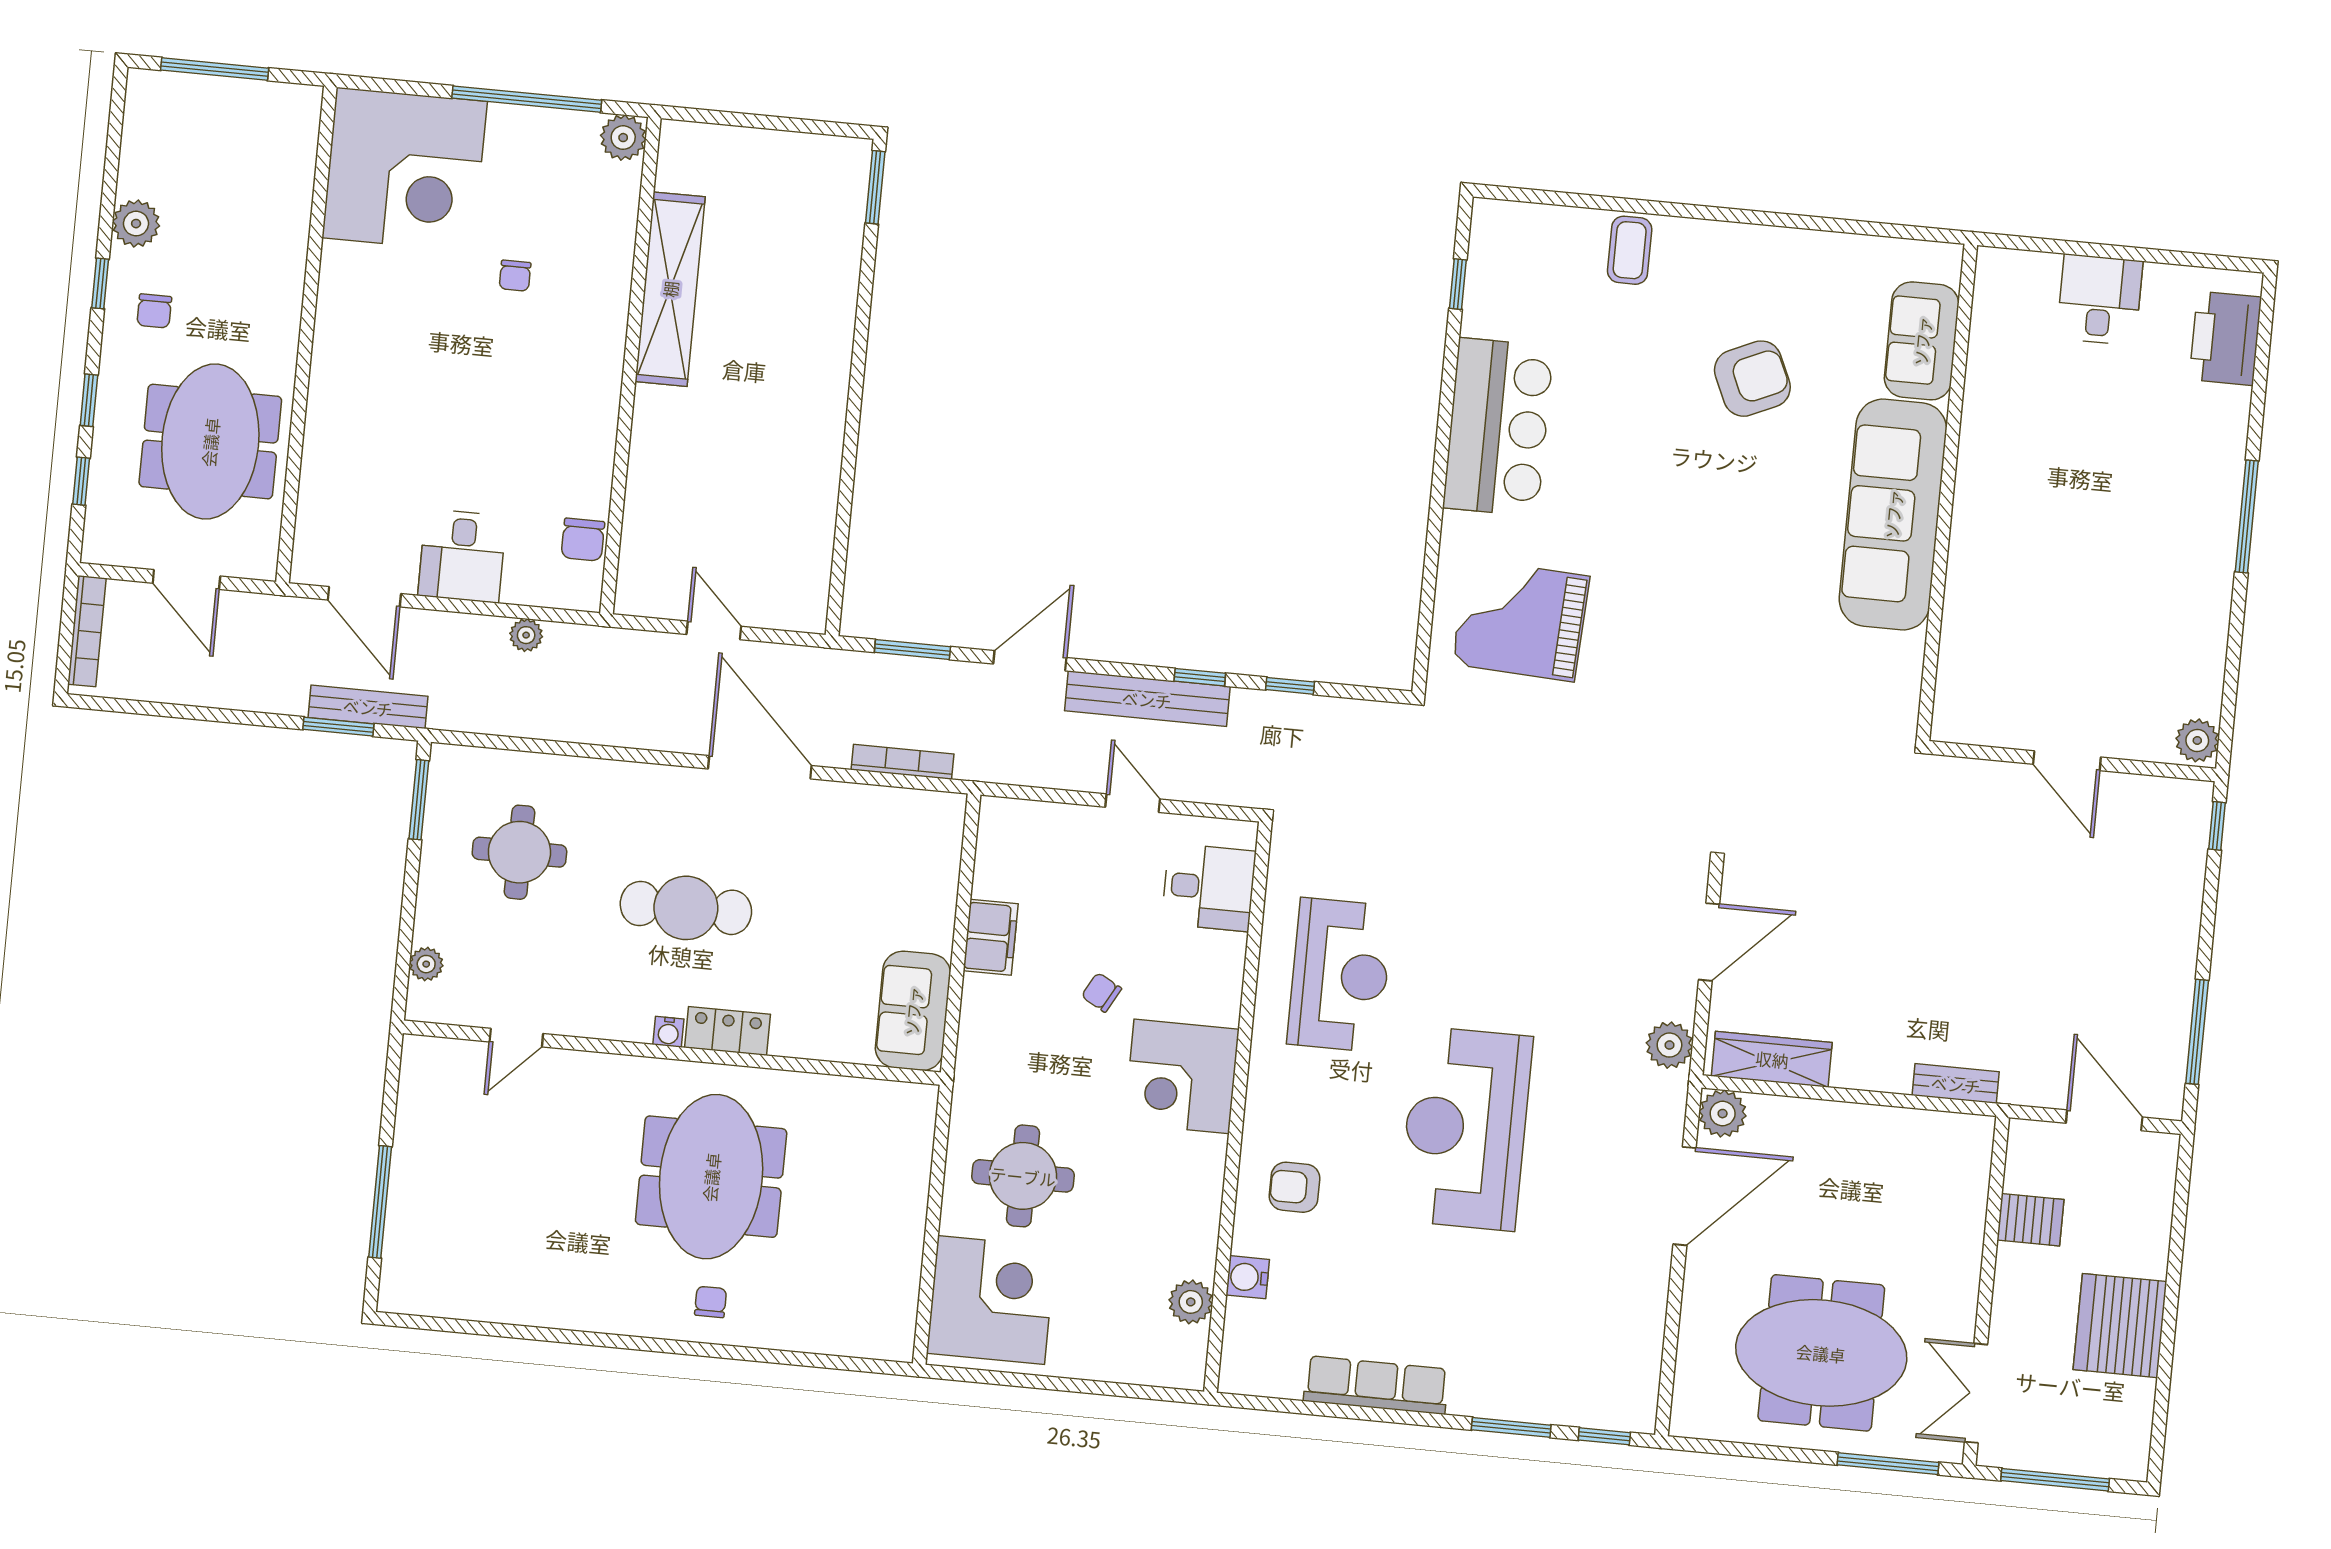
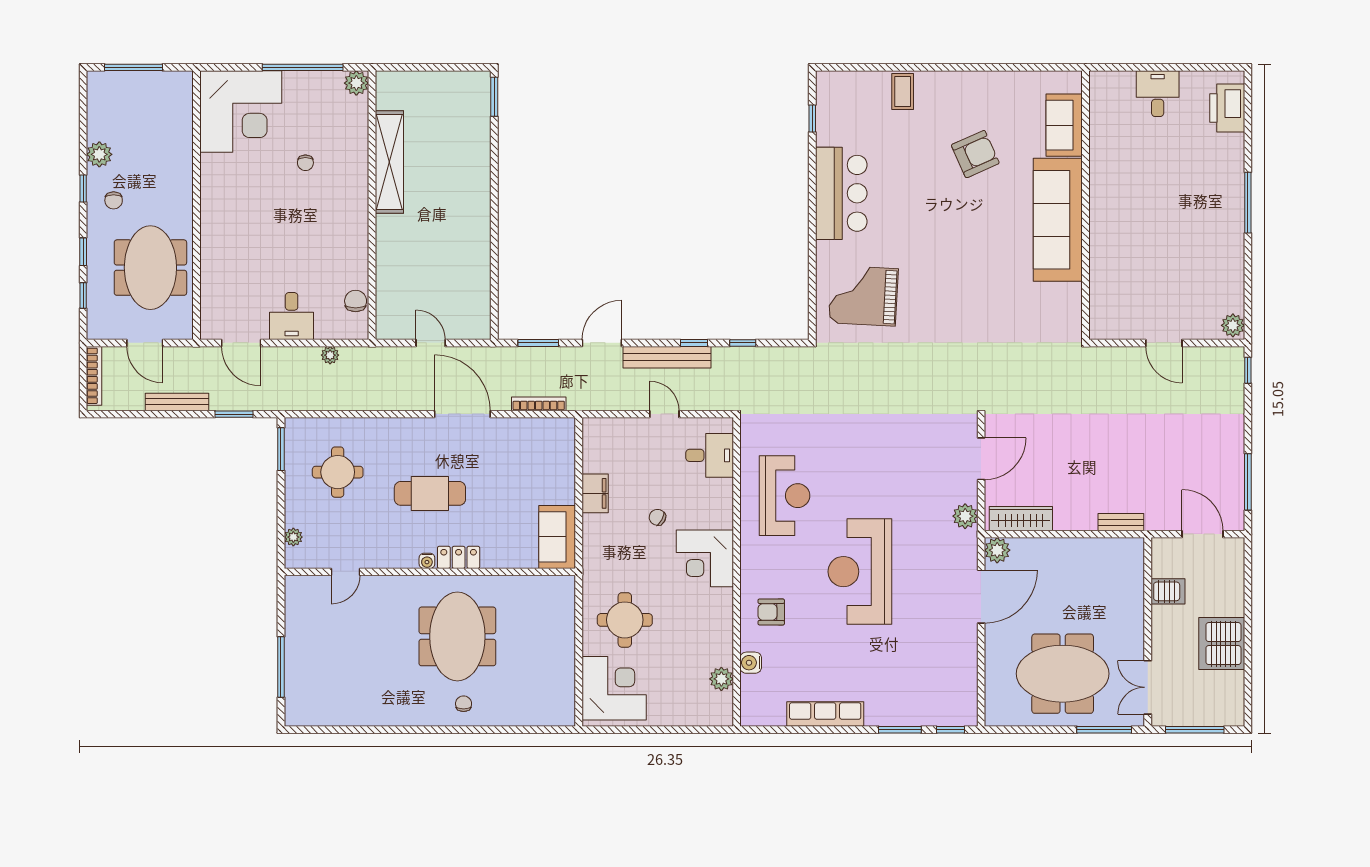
chair: (583, 540) -> (356, 301), turned 180
bench: (368, 707) -> (177, 402), moved

